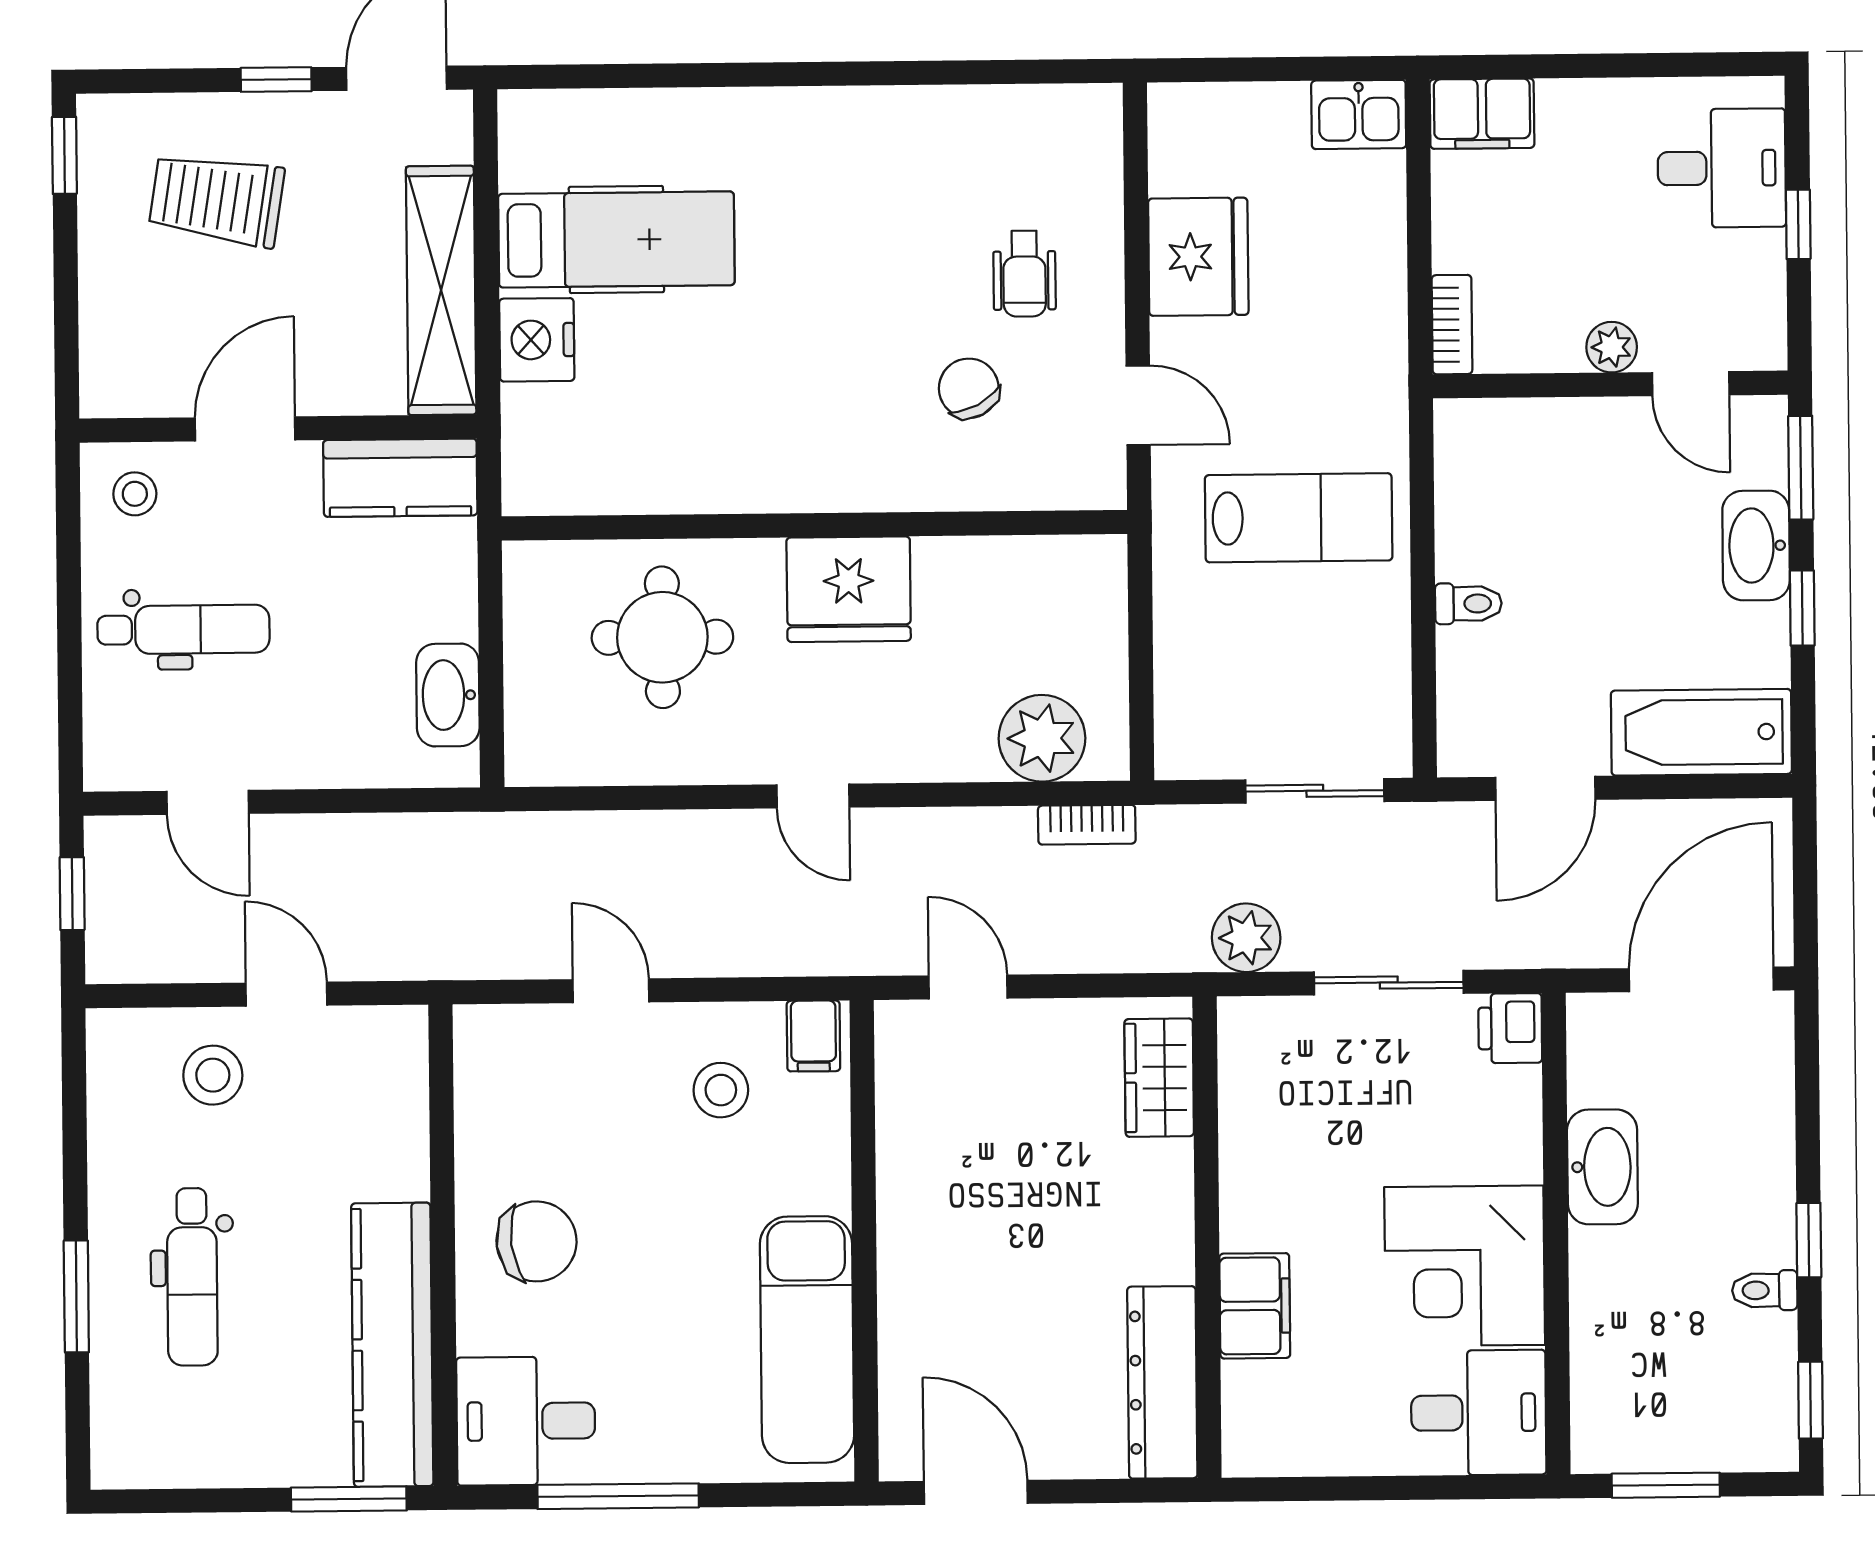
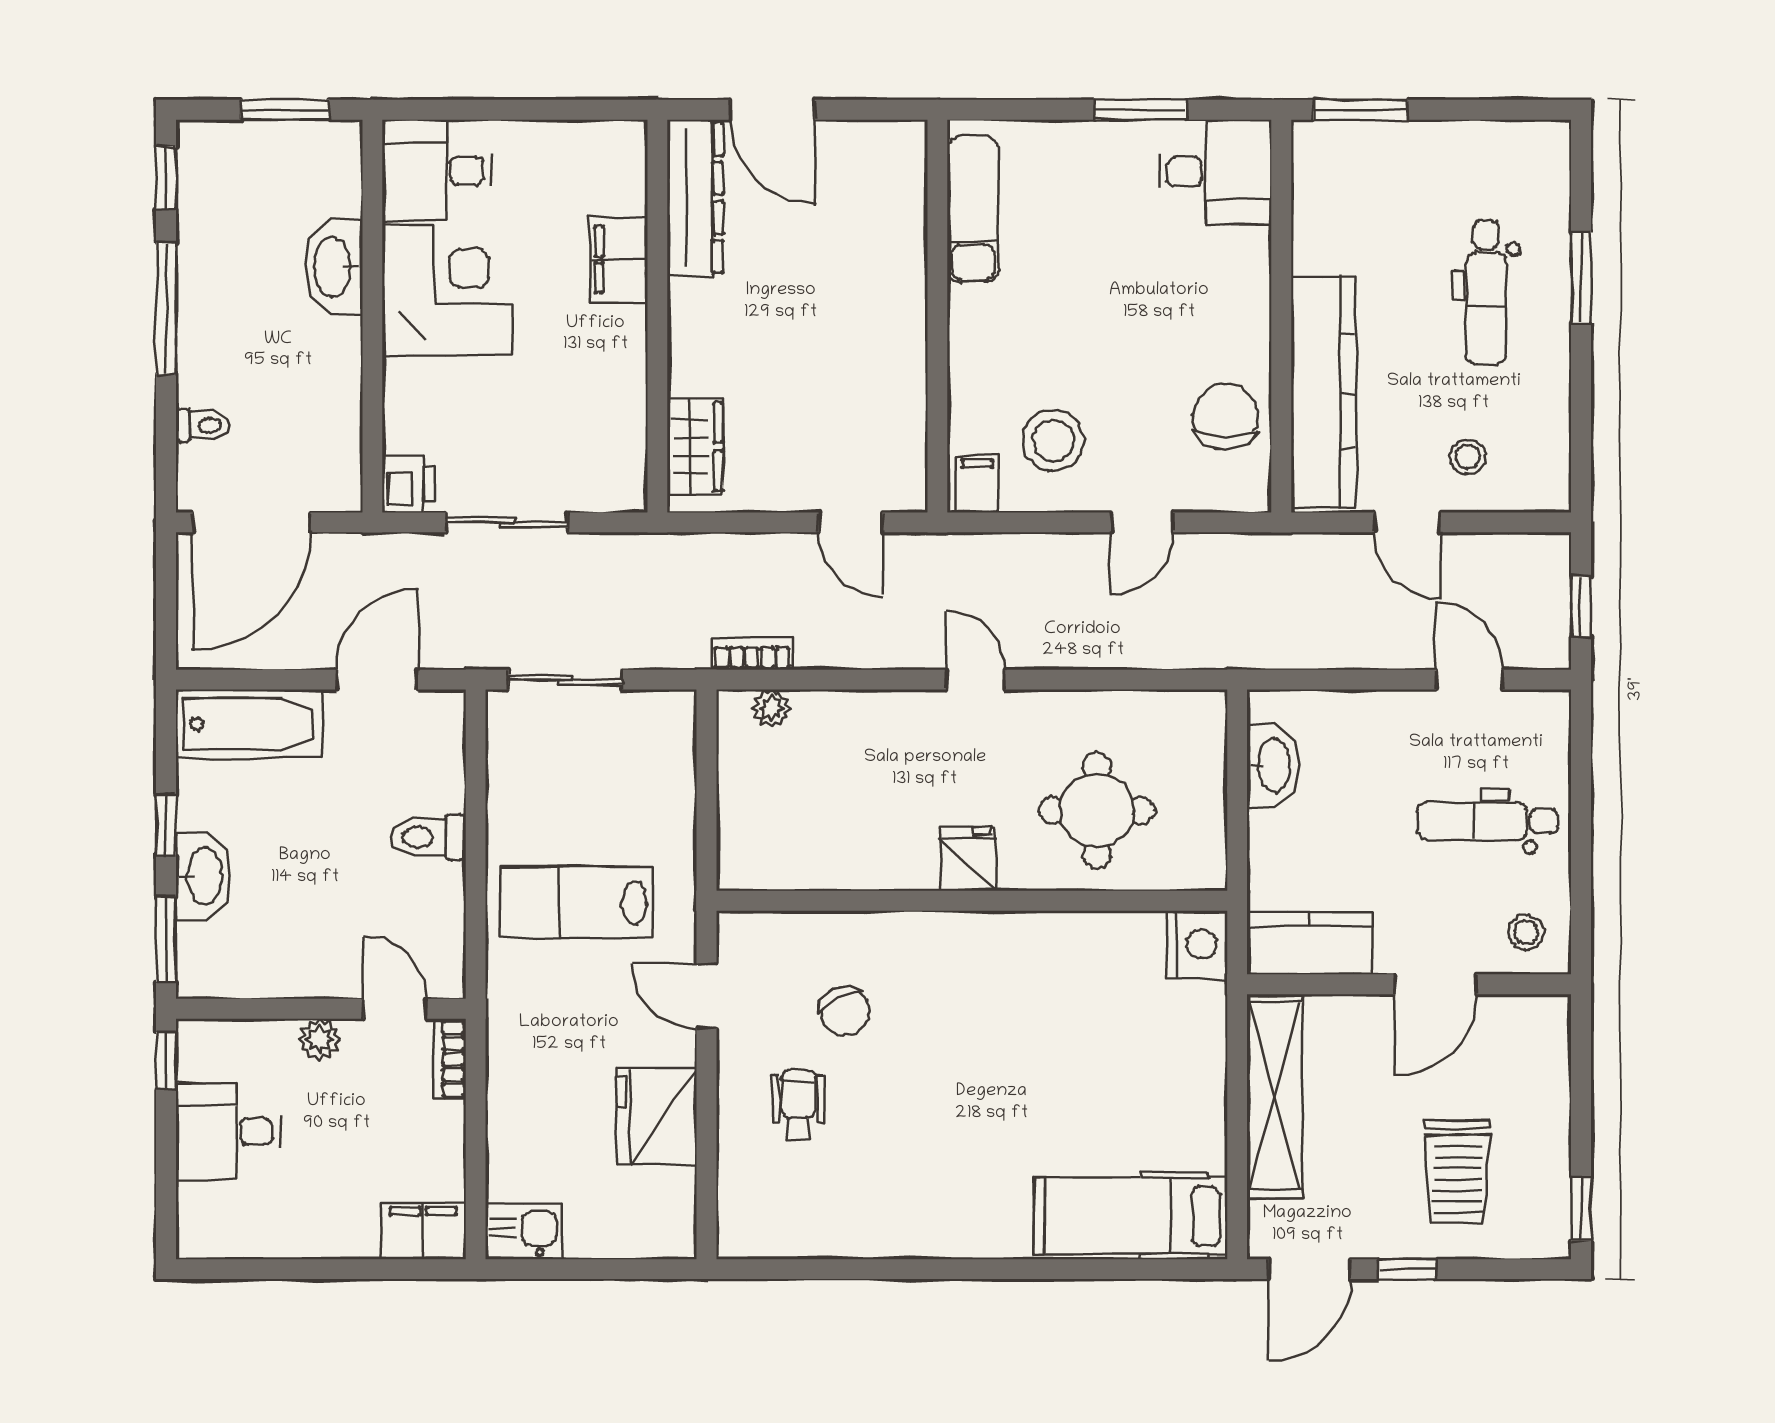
desk: (1722, 168) -> (228, 1131), moved
trolley: (217, 199) -> (1457, 1172), turned 81
window: (1798, 224) -> (166, 1060), moved
hospital bed: (616, 240) -> (1131, 1216), moved
nightstand: (537, 340) -> (1197, 944), moved
door: (1691, 384) -> (395, 1009), moved
fridge: (849, 589) -> (968, 859), width x0.53, depth x0.75
toilet: (1468, 604) -> (428, 837), width x1.37, depth x1.39
plant: (1042, 738) -> (771, 708), width x0.53, depth x0.53
plant: (1246, 938) -> (623, 560), removed
door: (611, 991) -> (1142, 522), hinge flipped
stool: (213, 1075) -> (1468, 457), width x0.73, depth x0.73
stool: (721, 1090) -> (1053, 440), width x1.38, depth x1.38
washbasin: (1602, 1167) -> (334, 267), moved
window: (1809, 1240) -> (166, 309), width x2.17
chair: (536, 1241) -> (1226, 416), moved, turned 97
dental chair: (192, 1277) -> (1486, 292), turned 180
toilet: (1765, 1290) -> (202, 425), moved
exam couch: (807, 1340) -> (973, 209), width x0.73, depth x0.69
kitchen counter: (392, 1345) -> (1324, 392), moved
door: (976, 1492) -> (773, 110), moved
window: (618, 1496) -> (1140, 110), width x0.69

